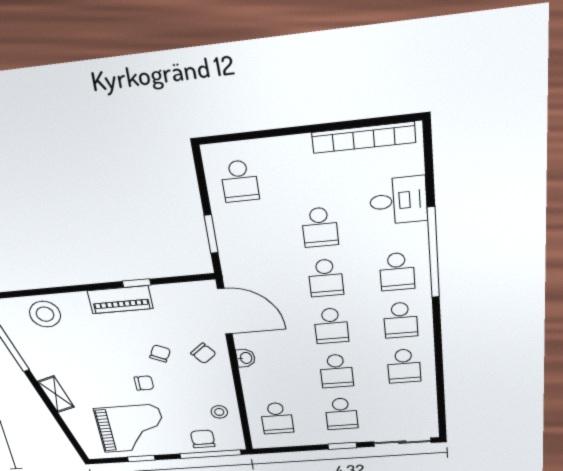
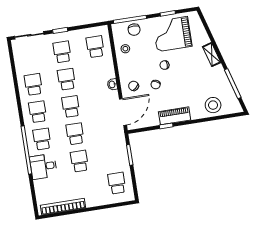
desk: (398, 201) -> (43, 166), moved
door: (225, 311) -> (123, 112), swing flipped

